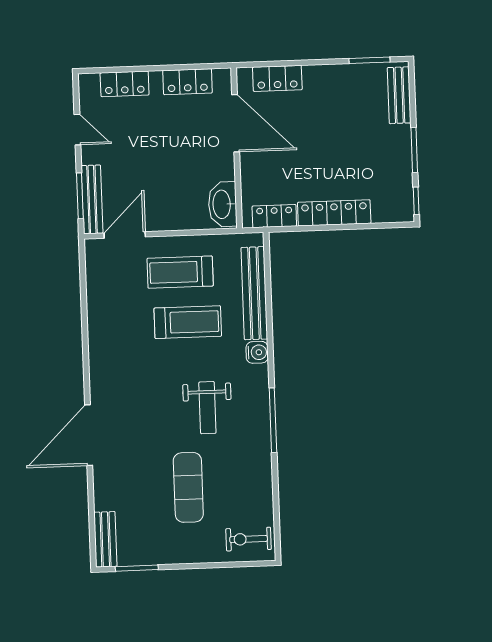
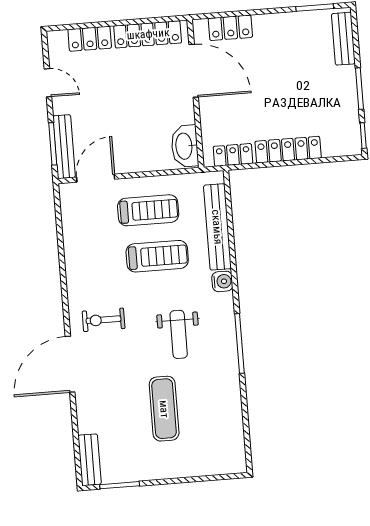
locker: (188, 82) -> (148, 34), width x1.53
treadmill: (180, 272) -> (148, 210), turned 180
exercise bike: (249, 539) -> (104, 320), moved

